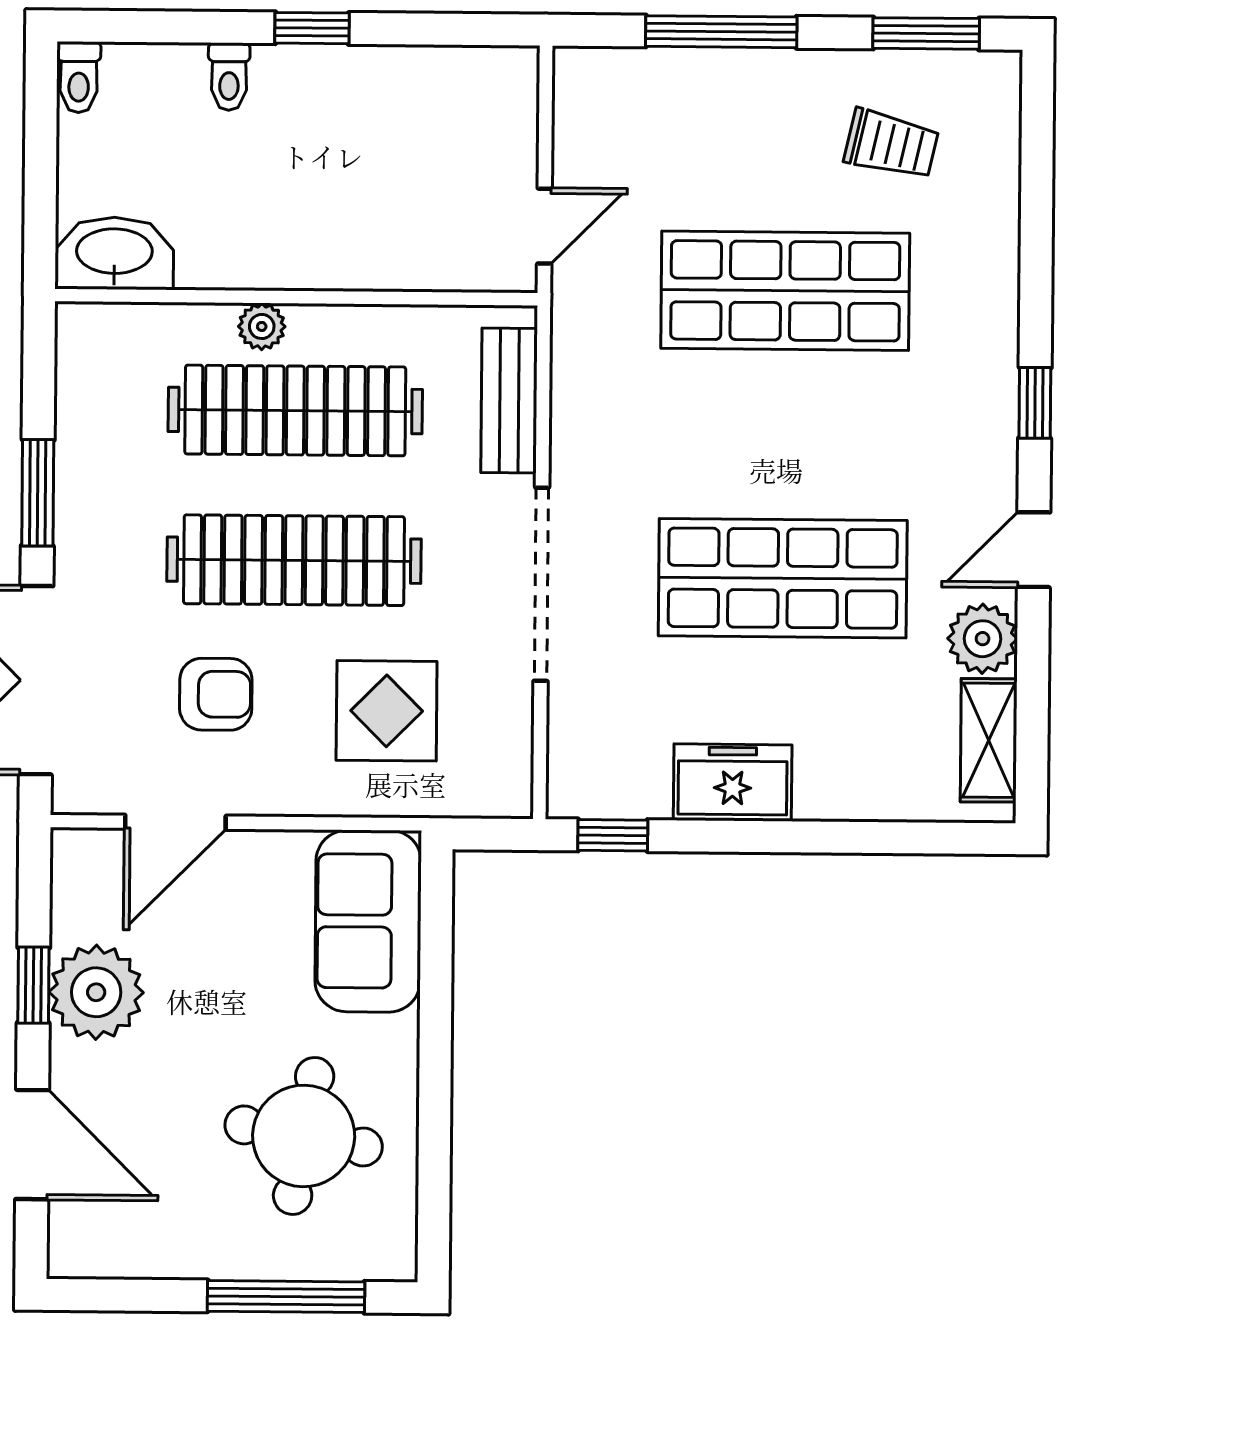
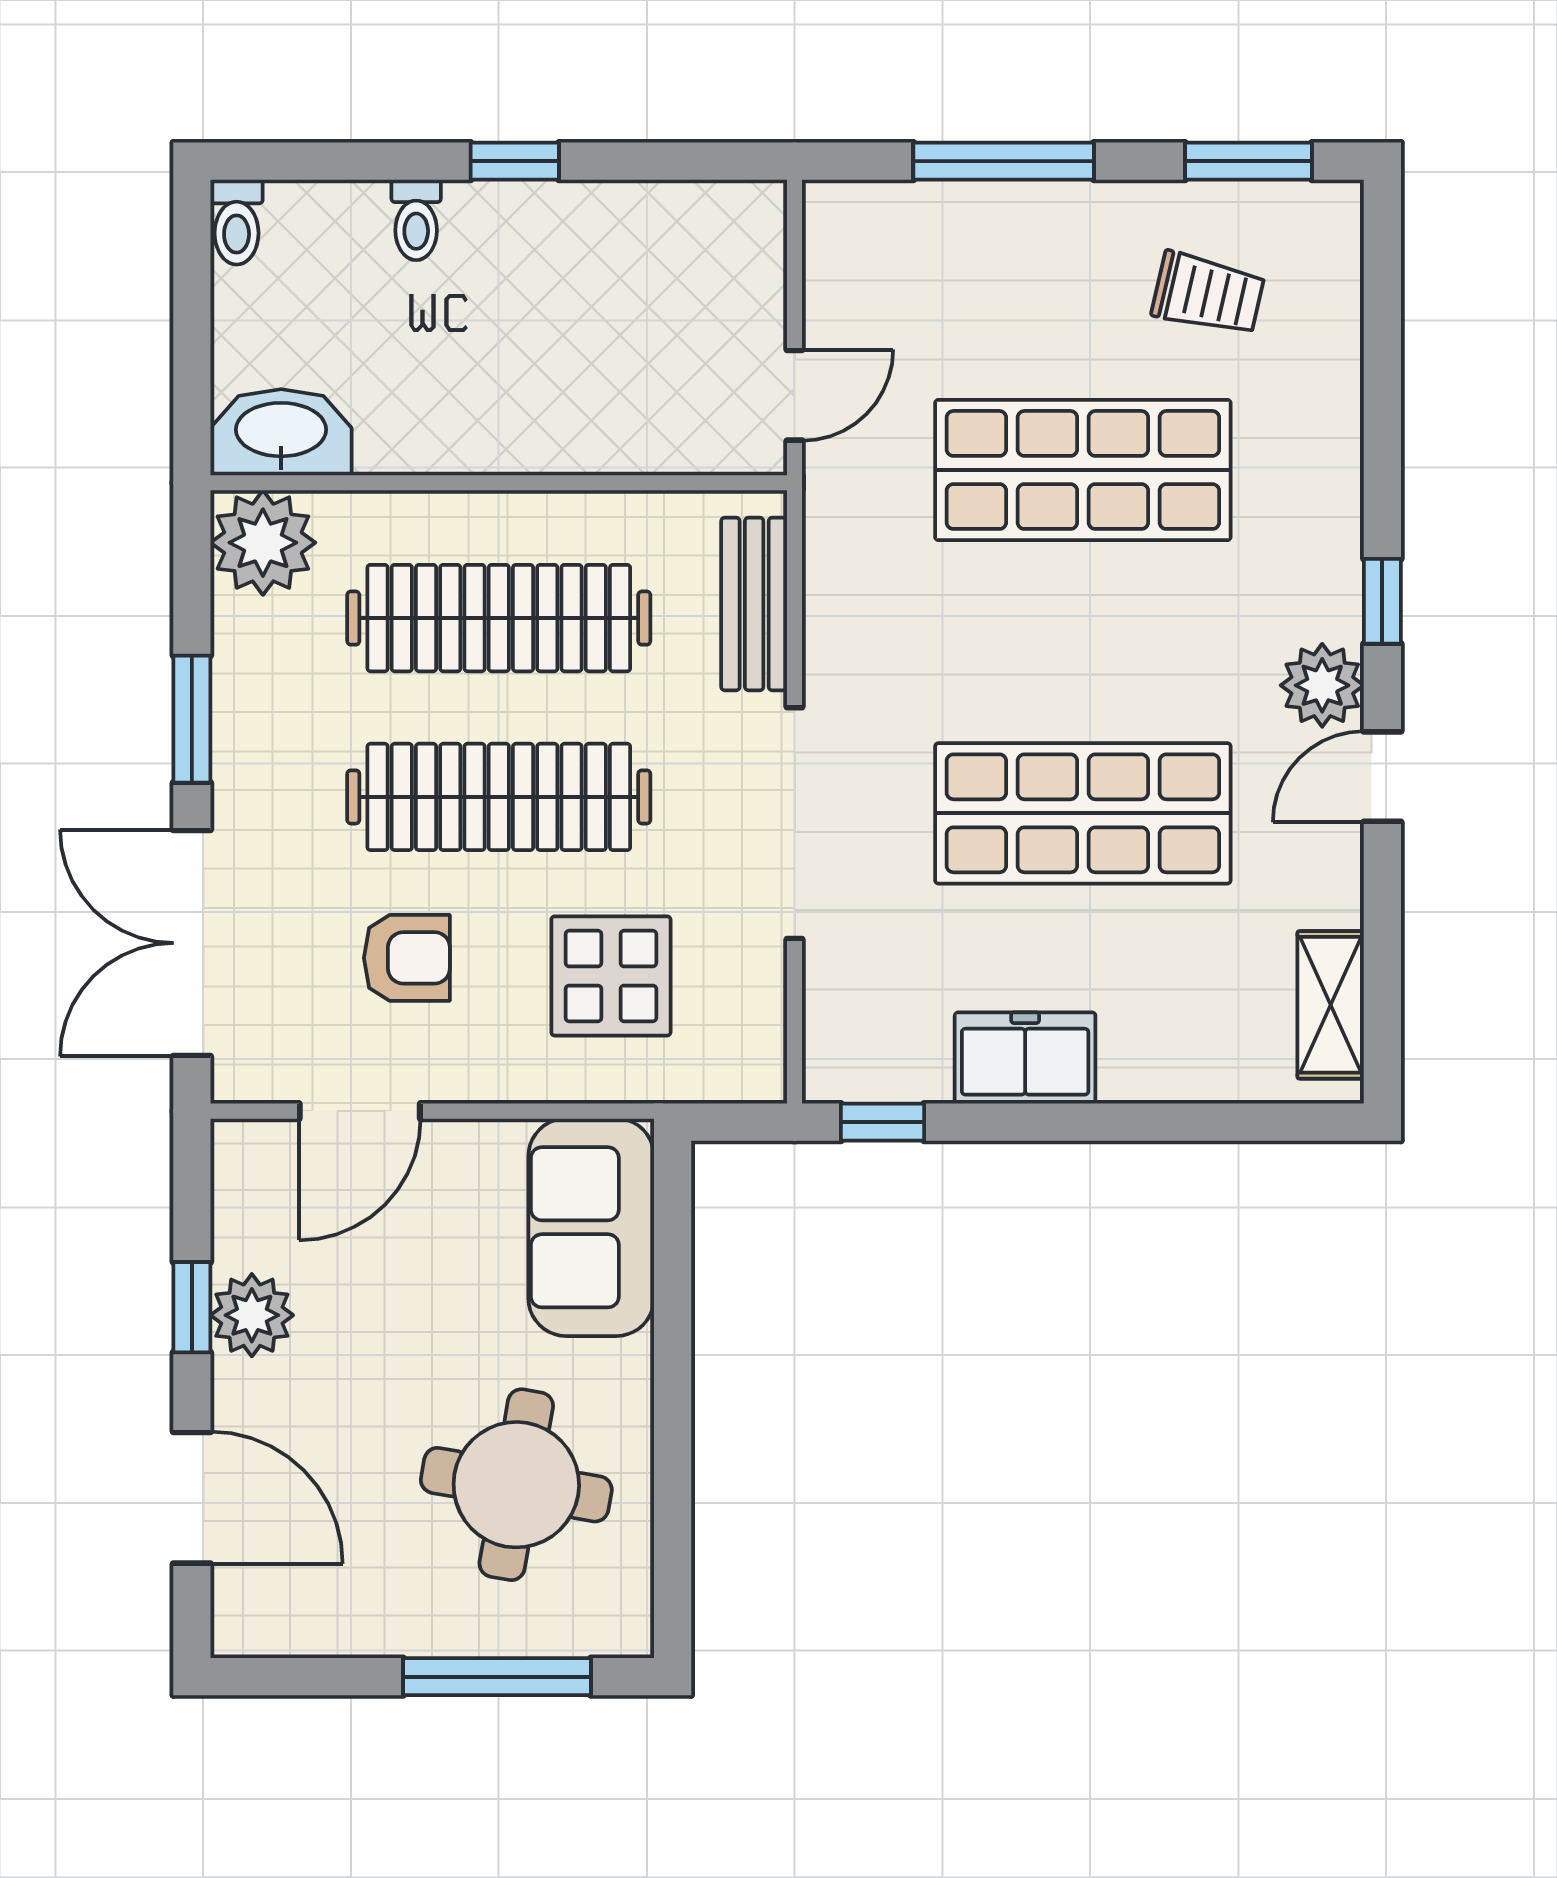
plant: (262, 326) -> (263, 543), moved, width x1.88, depth x1.88
plant: (983, 639) -> (1322, 685), moved
plant: (96, 992) -> (252, 1315), width x0.73, depth x0.73

